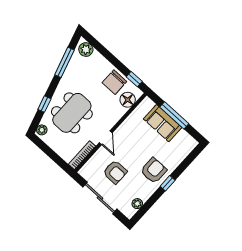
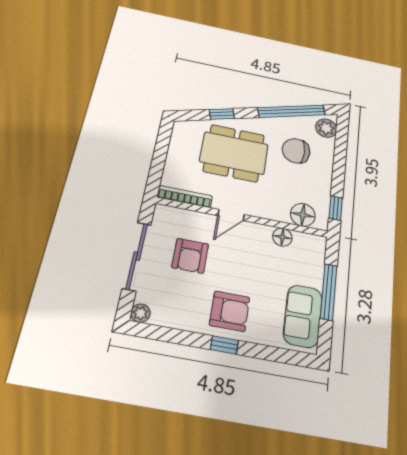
window: (64, 62) -> (292, 111), width x1.46
chair: (114, 82) -> (296, 151), moved
floor lamp: (133, 119) -> (282, 237), added
sofa: (163, 123) -> (303, 316), moved
plant: (42, 130) -> (185, 128), removed
plant: (137, 204) -> (140, 313), moved

